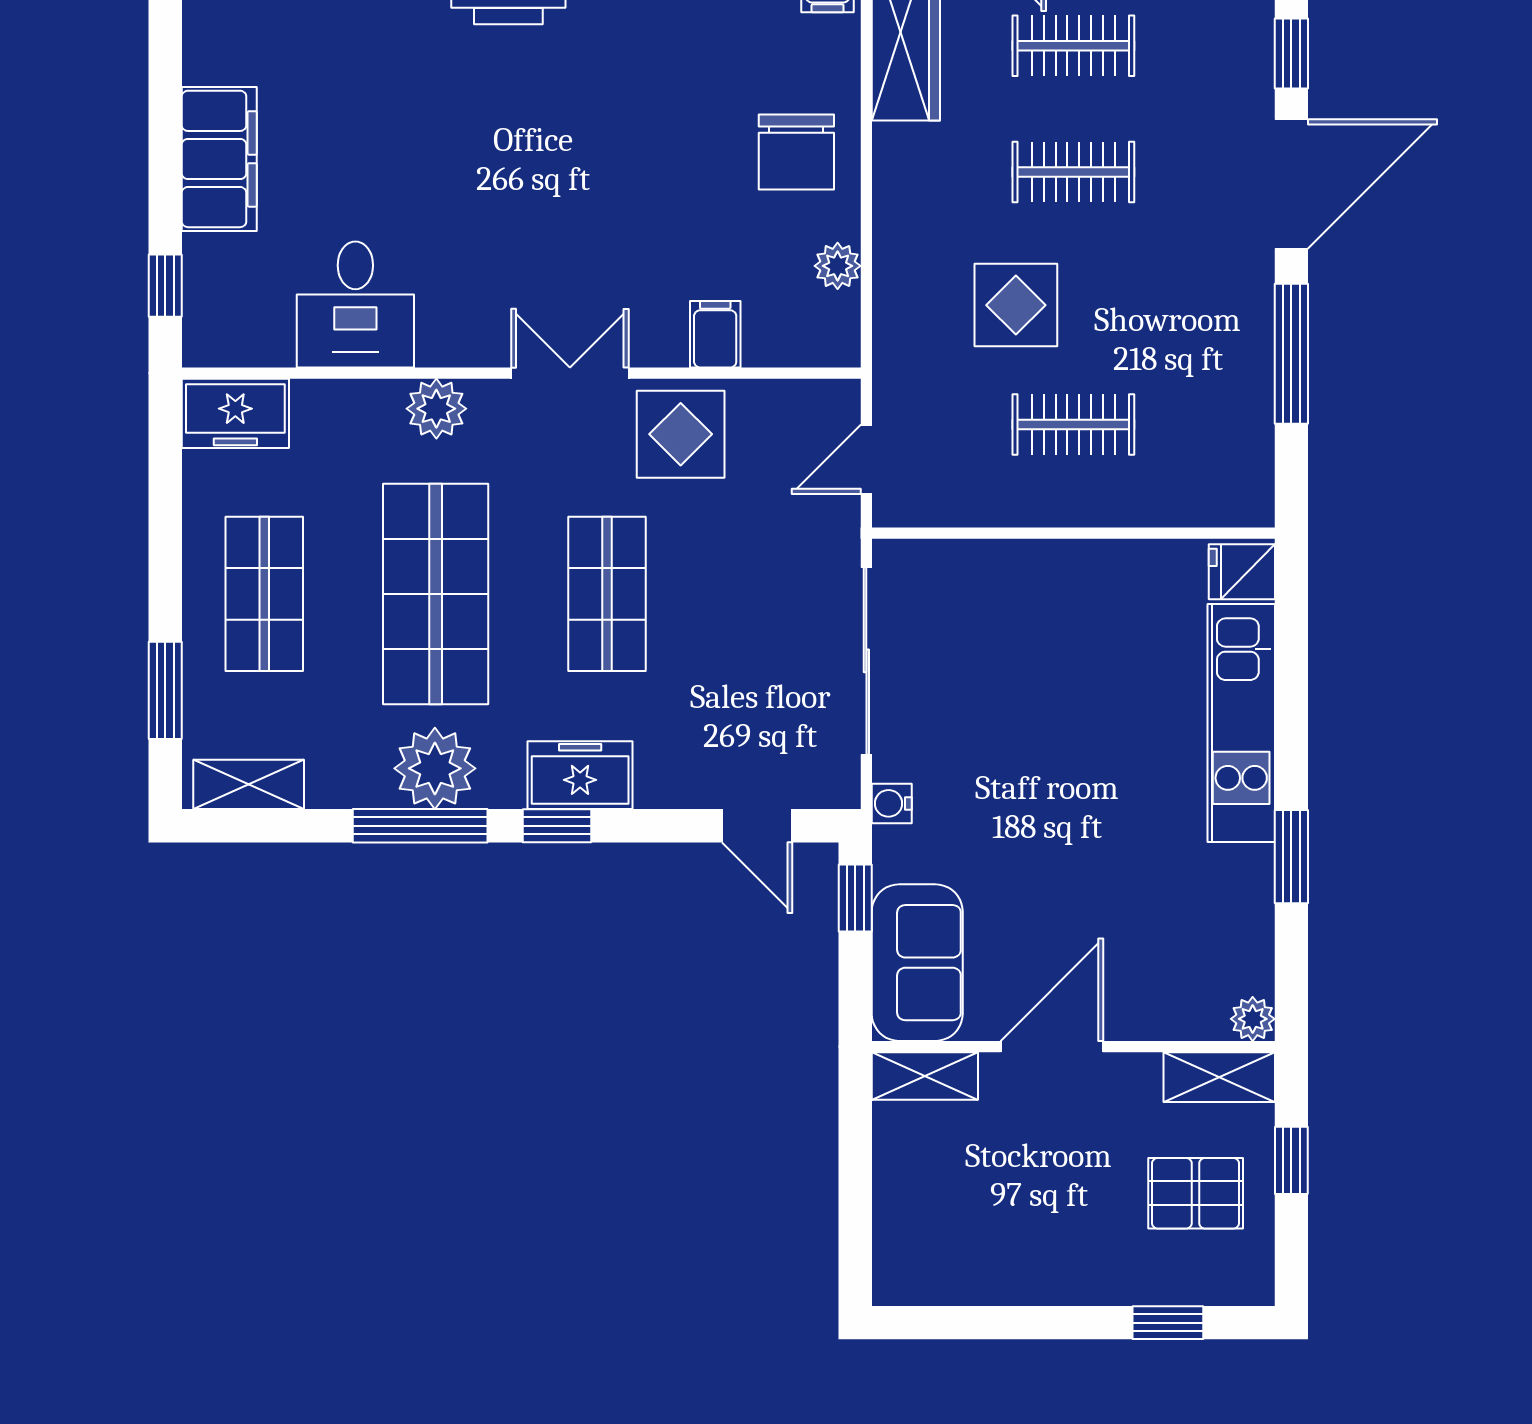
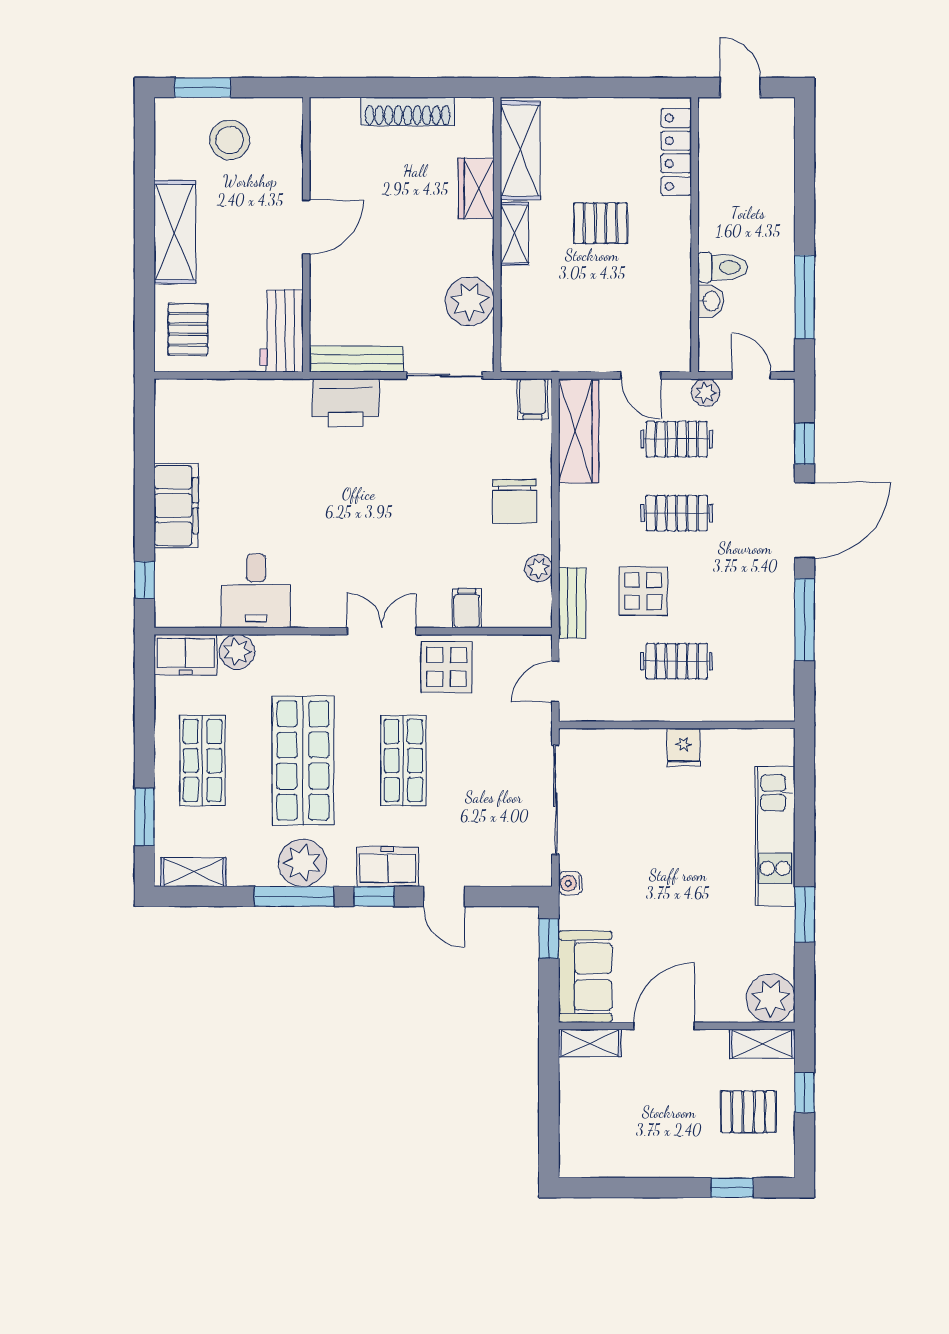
bench: (895, 325) -> (572, 603), added
plant: (436, 409) -> (237, 652), moved
fridge: (1242, 572) -> (684, 747), moved, turned -90
door: (757, 826) -> (444, 896), moved
plant: (1253, 1019) -> (771, 998), width x1.88, depth x1.88

